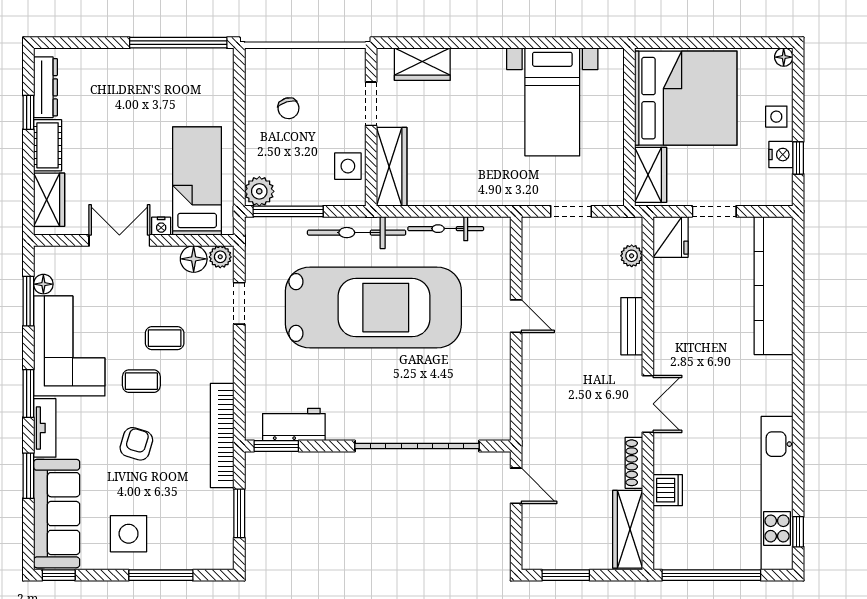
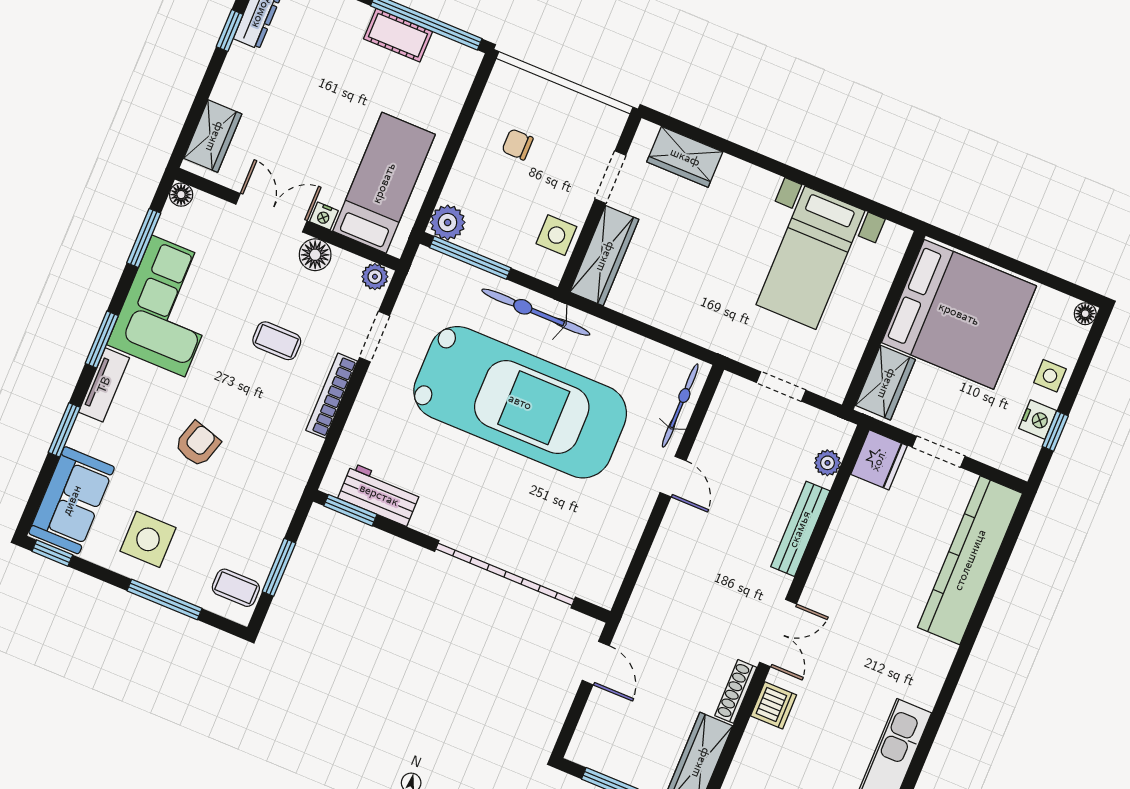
chair: (288, 108) -> (518, 144), turned 107
cot: (48, 145) -> (398, 35), moved, turned 90
bicycle: (446, 229) -> (680, 406), moved, turned 90
floor lamp: (194, 259) -> (315, 255), moved
floor lamp: (43, 284) -> (181, 195), moved
bench: (632, 326) -> (800, 529), width x1.36
coffee table: (141, 381) -> (236, 588), moved
bookcase: (222, 436) -> (332, 396), moved, width x0.68, depth x0.76
dishwasher: (668, 490) -> (774, 705), moved
sofa: (57, 514) -> (72, 500), width x0.73

